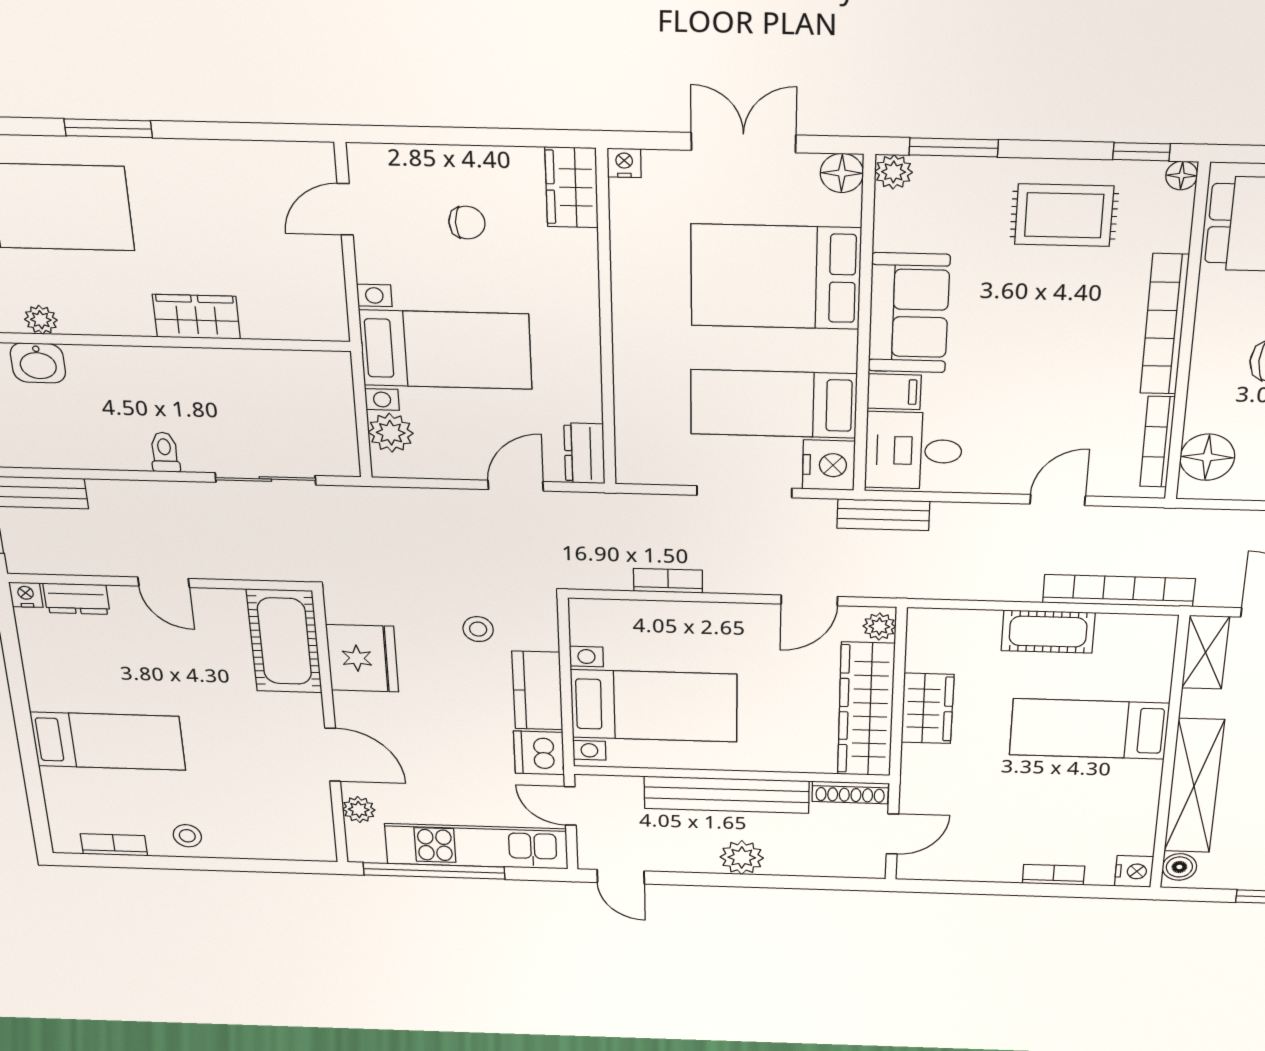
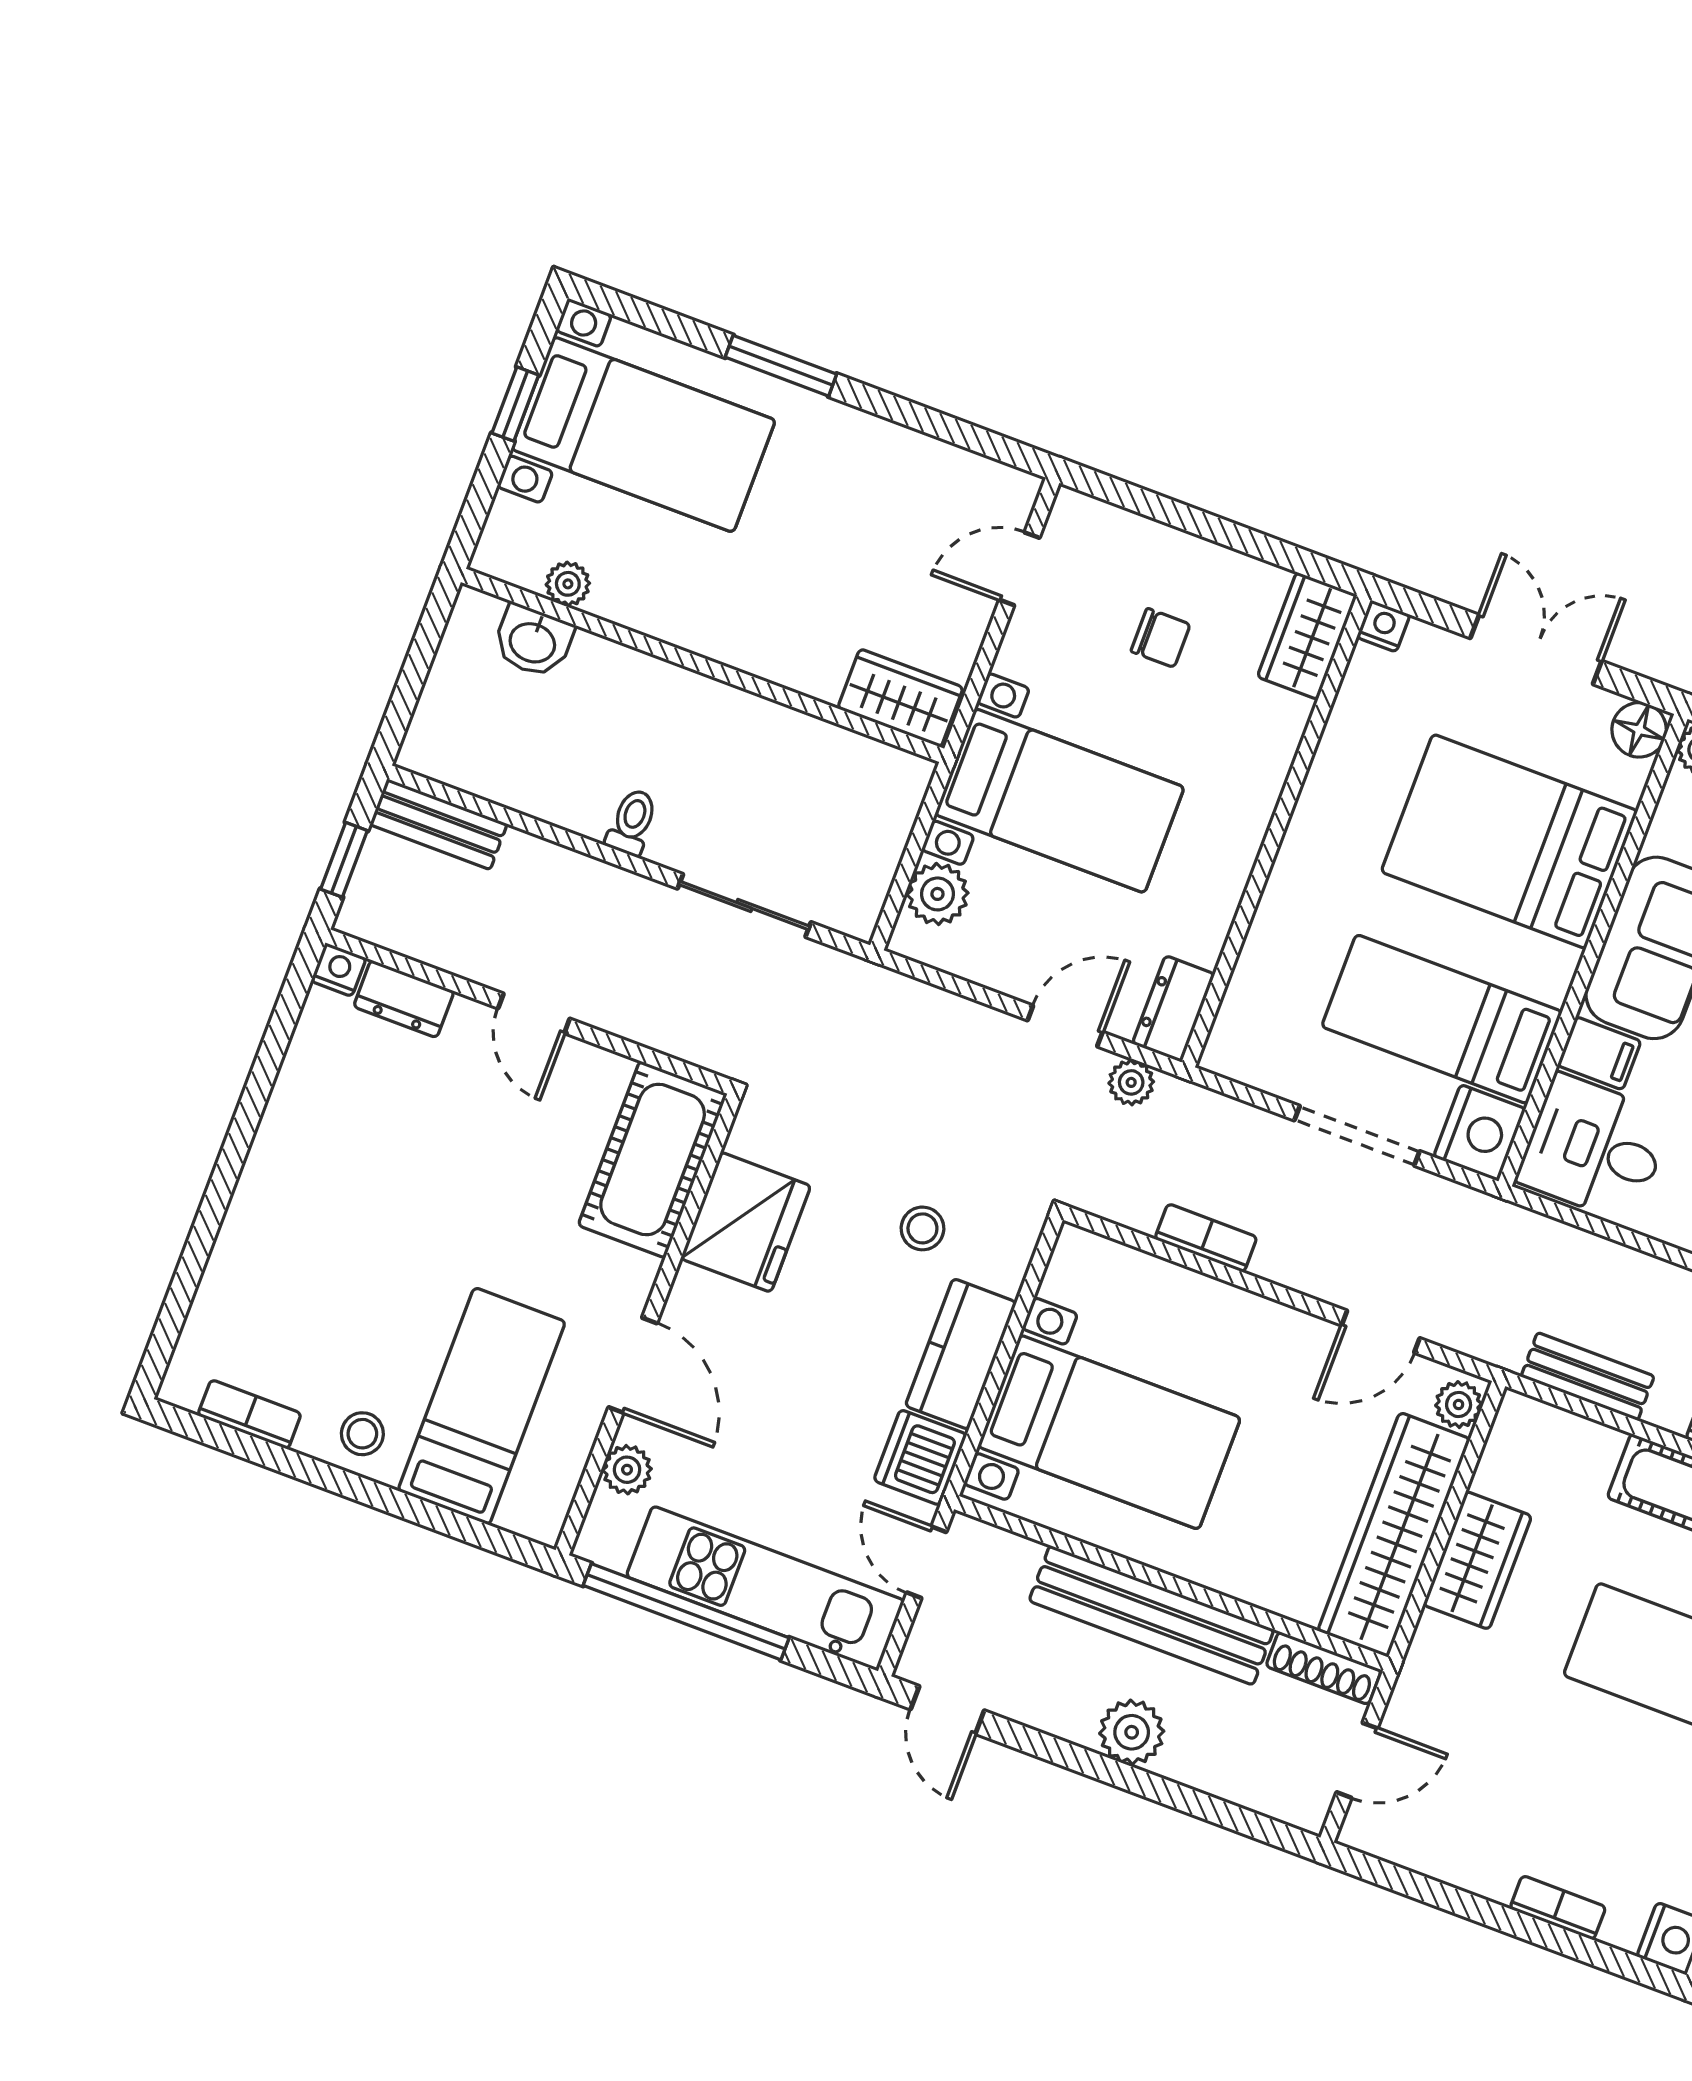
wardrobe: (196, 317) -> (900, 698), moved
plant: (576, 506) -> (1131, 1082), added
bench: (883, 515) -> (1588, 1376), moved
bed: (108, 741) -> (482, 1406), moved, turned -90

